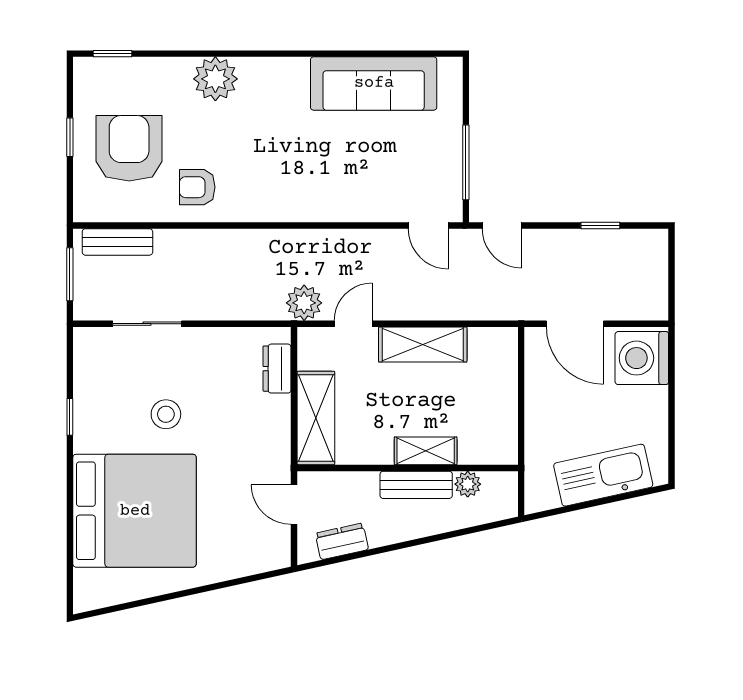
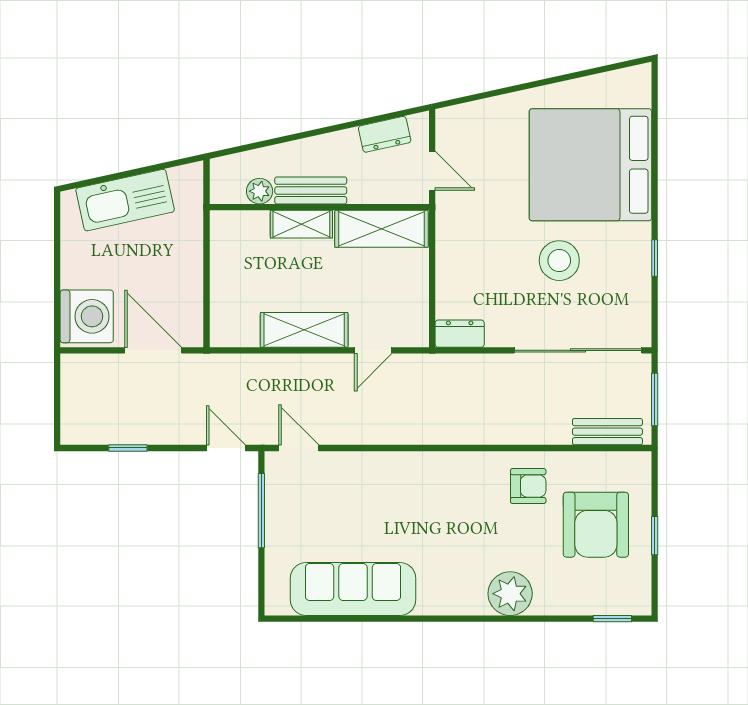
plant: (304, 303) -> (422, 371), removed
sliding door: (147, 324) -> (578, 350), width x1.86
dresser: (277, 369) -> (460, 334), moved, turned -90
stool: (166, 414) -> (559, 261), width x1.38, depth x1.38
shelving: (316, 418) -> (381, 229), moved, turned 90

